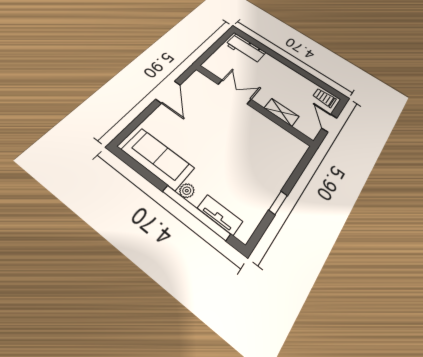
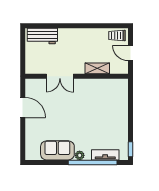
double door: (235, 92) -> (60, 76), swing flipped
sofa: (158, 159) -> (57, 150), width x0.73
window: (278, 203) -> (130, 149), moved

